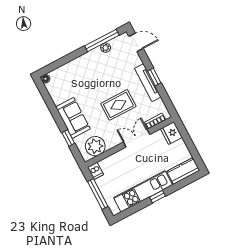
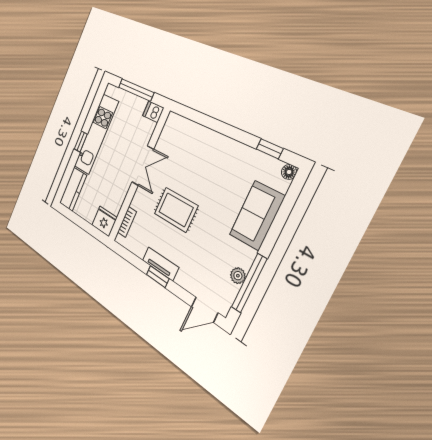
tv unit: (148, 83) -> (160, 264), width x0.71
rug: (118, 105) -> (176, 210), turned 90
sofa: (73, 118) -> (257, 216), moved, turned 90
window: (68, 138) -> (270, 149), moved
double door: (137, 138) -> (143, 166), moved
plant: (95, 146) -> (171, 139), removed

